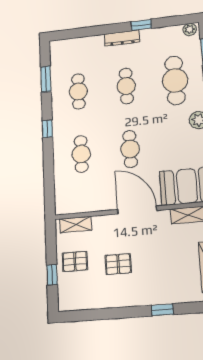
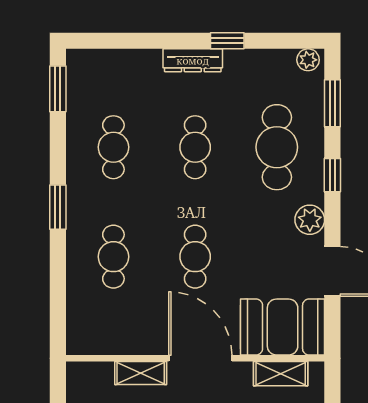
window: (46, 79) -> (58, 89), moved
window: (47, 129) -> (58, 207), width x1.50
shelving: (76, 225) -> (141, 373), moved

